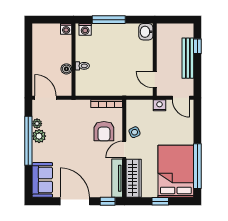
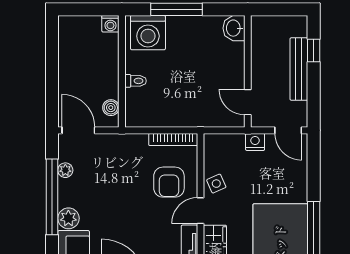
washing machine: (85, 29) -> (148, 33), width x1.89, depth x1.89
boiler: (66, 69) -> (111, 108), moved
plant: (39, 136) -> (68, 218), moved

